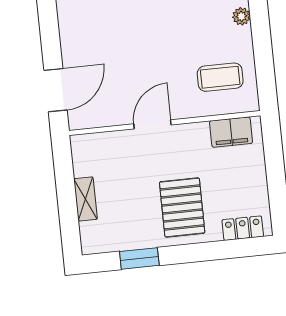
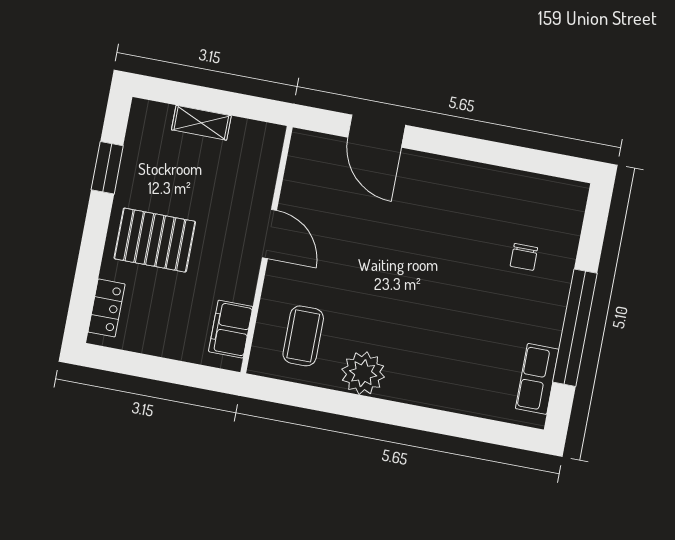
plant: (241, 16) -> (363, 373), width x1.87, depth x1.87
door: (56, 90) -> (377, 131), moved

